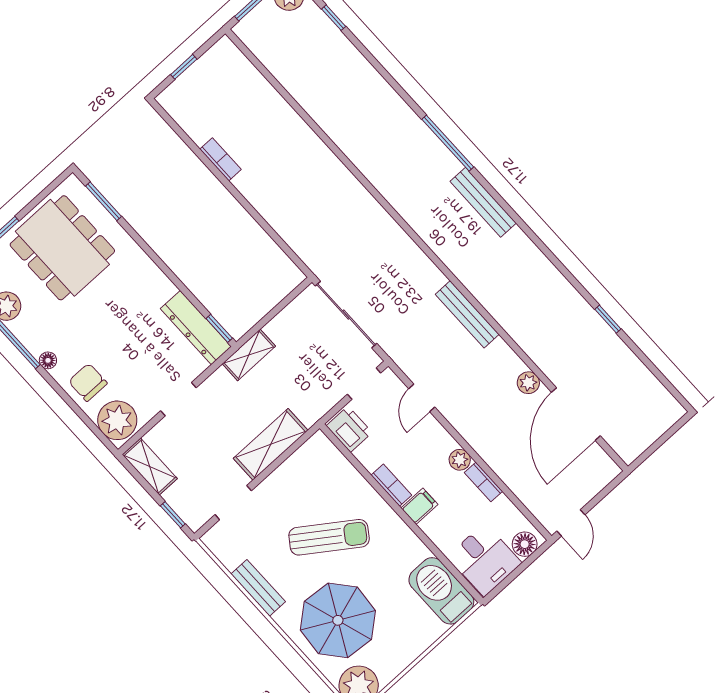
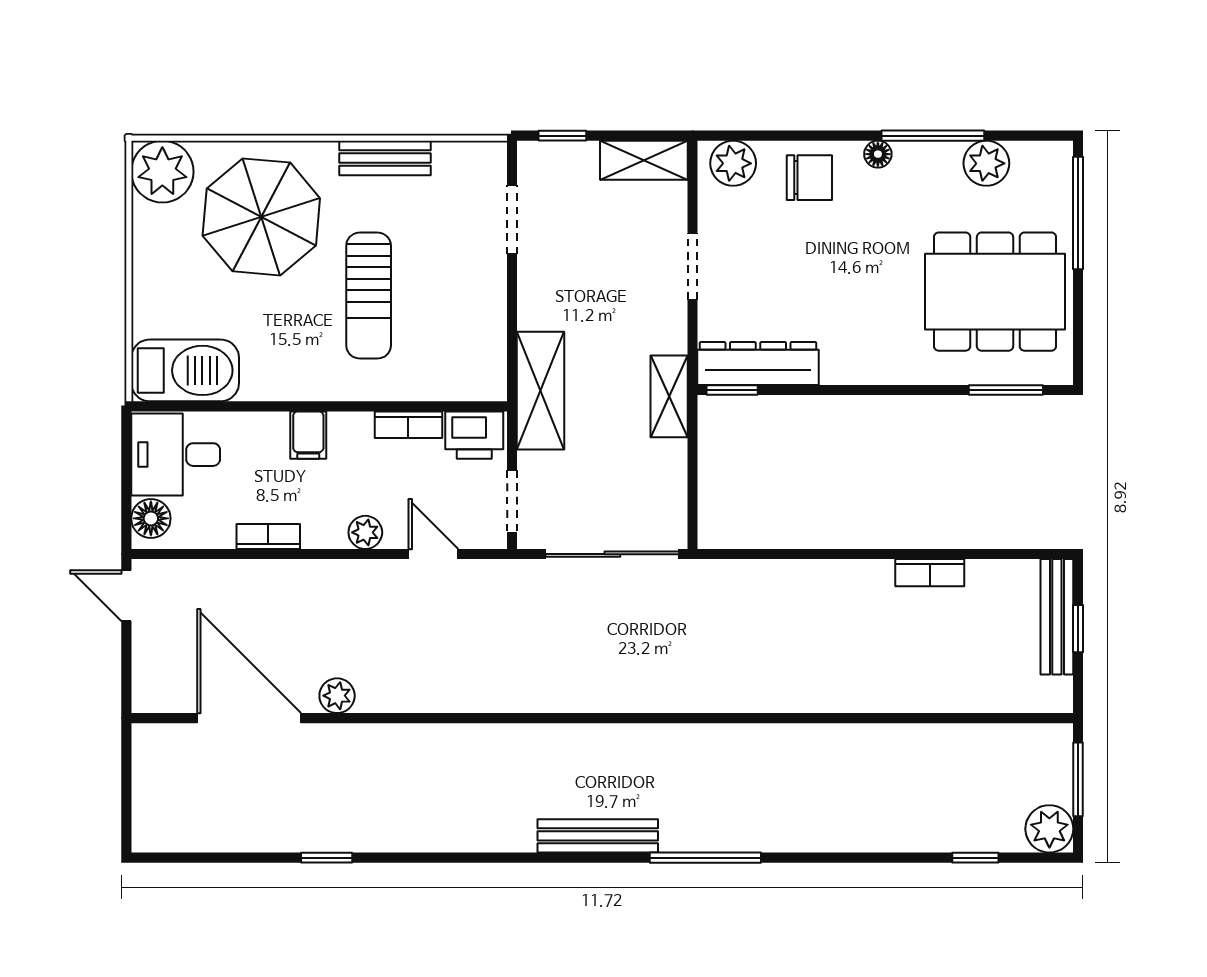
bench: (467, 314) -> (1057, 617), moved, turned 90
plant: (117, 420) -> (733, 163), width x0.73, depth x0.73
shelving: (271, 444) -> (541, 391), moved
plant: (460, 460) -> (365, 532), moved
bookcase: (391, 485) -> (408, 425), moved
sun lounger: (329, 537) -> (369, 296), turned -35

